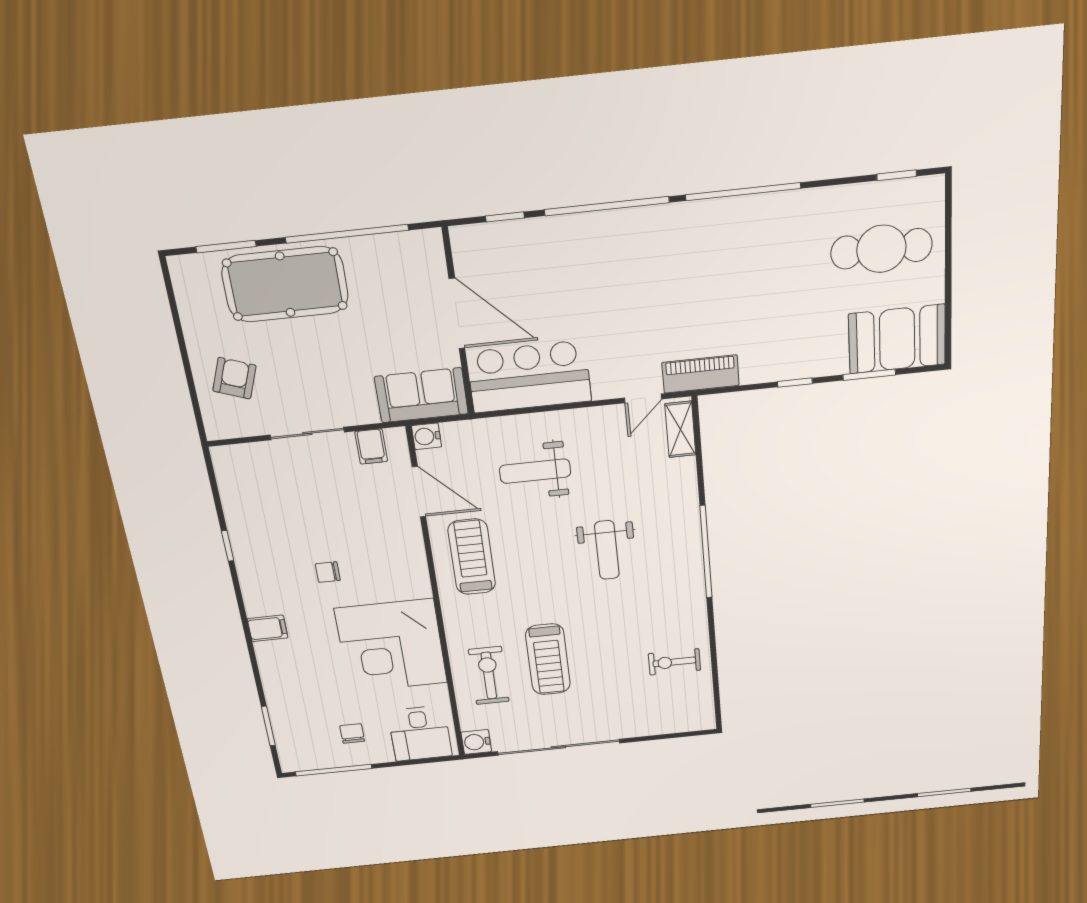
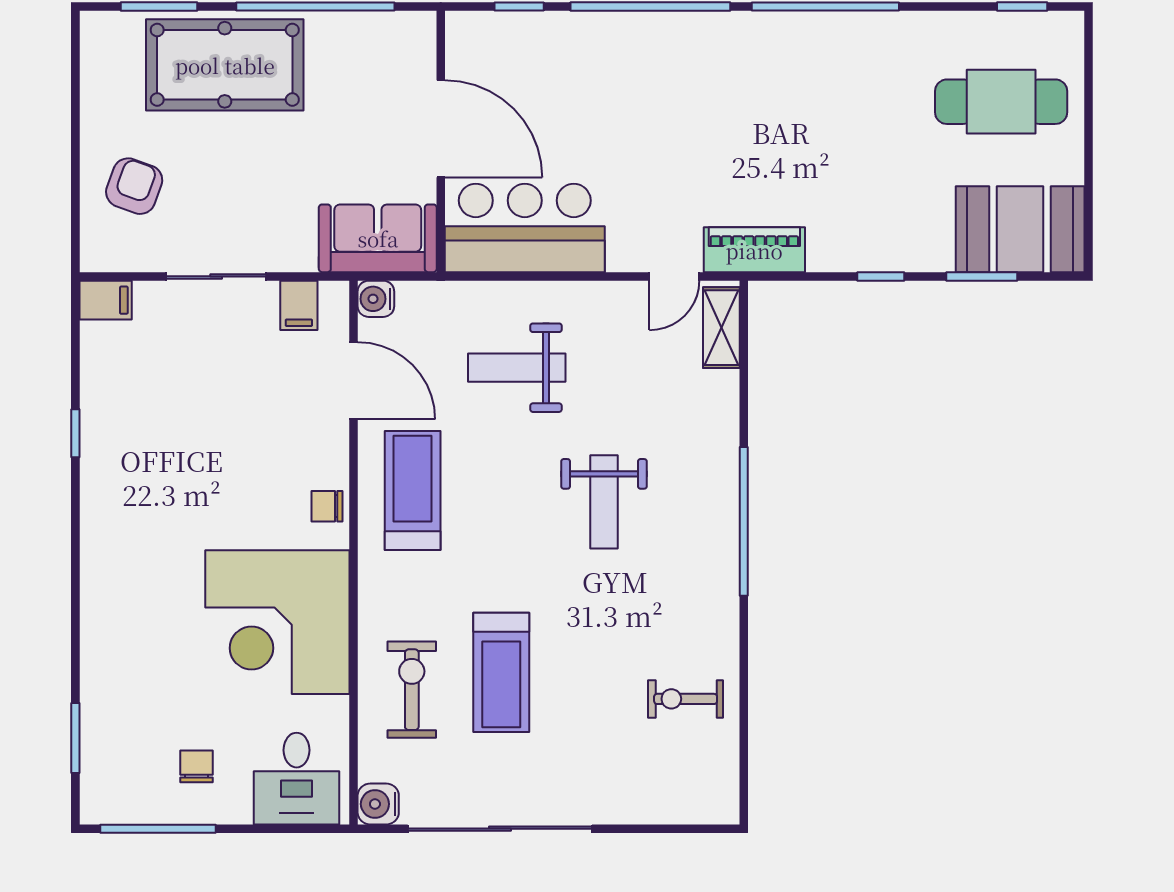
chair: (328, 572) -> (327, 506), moved
filing cabinet: (268, 628) -> (106, 300), moved

